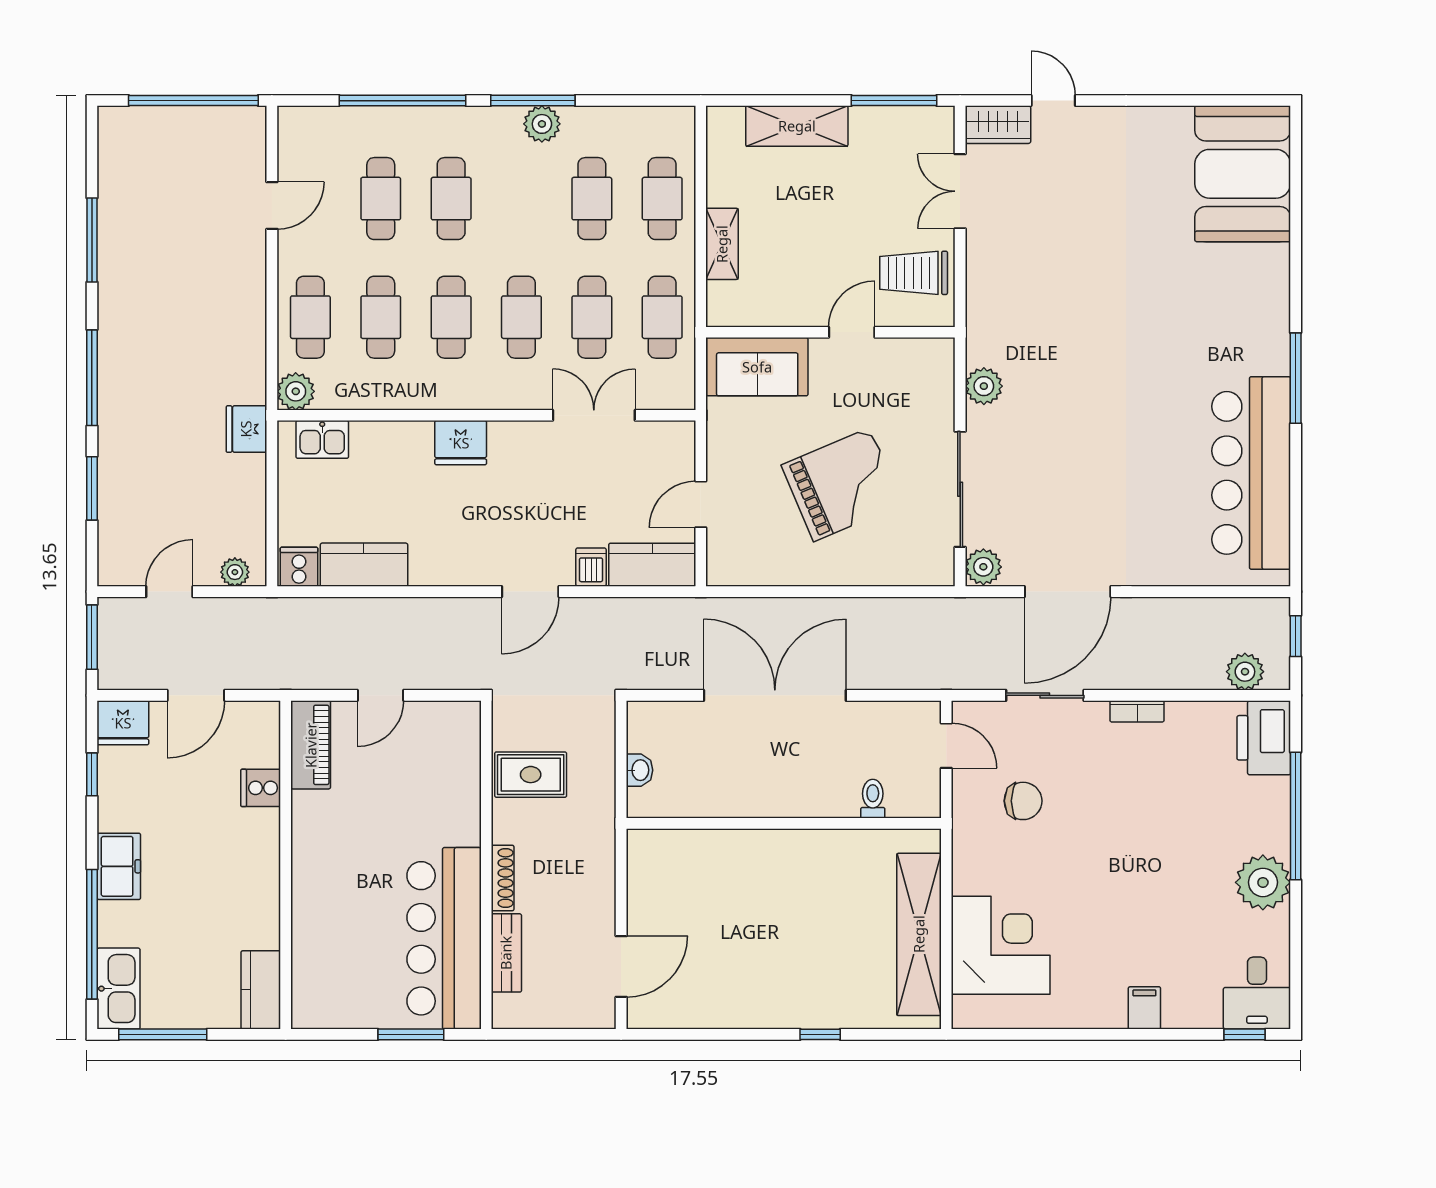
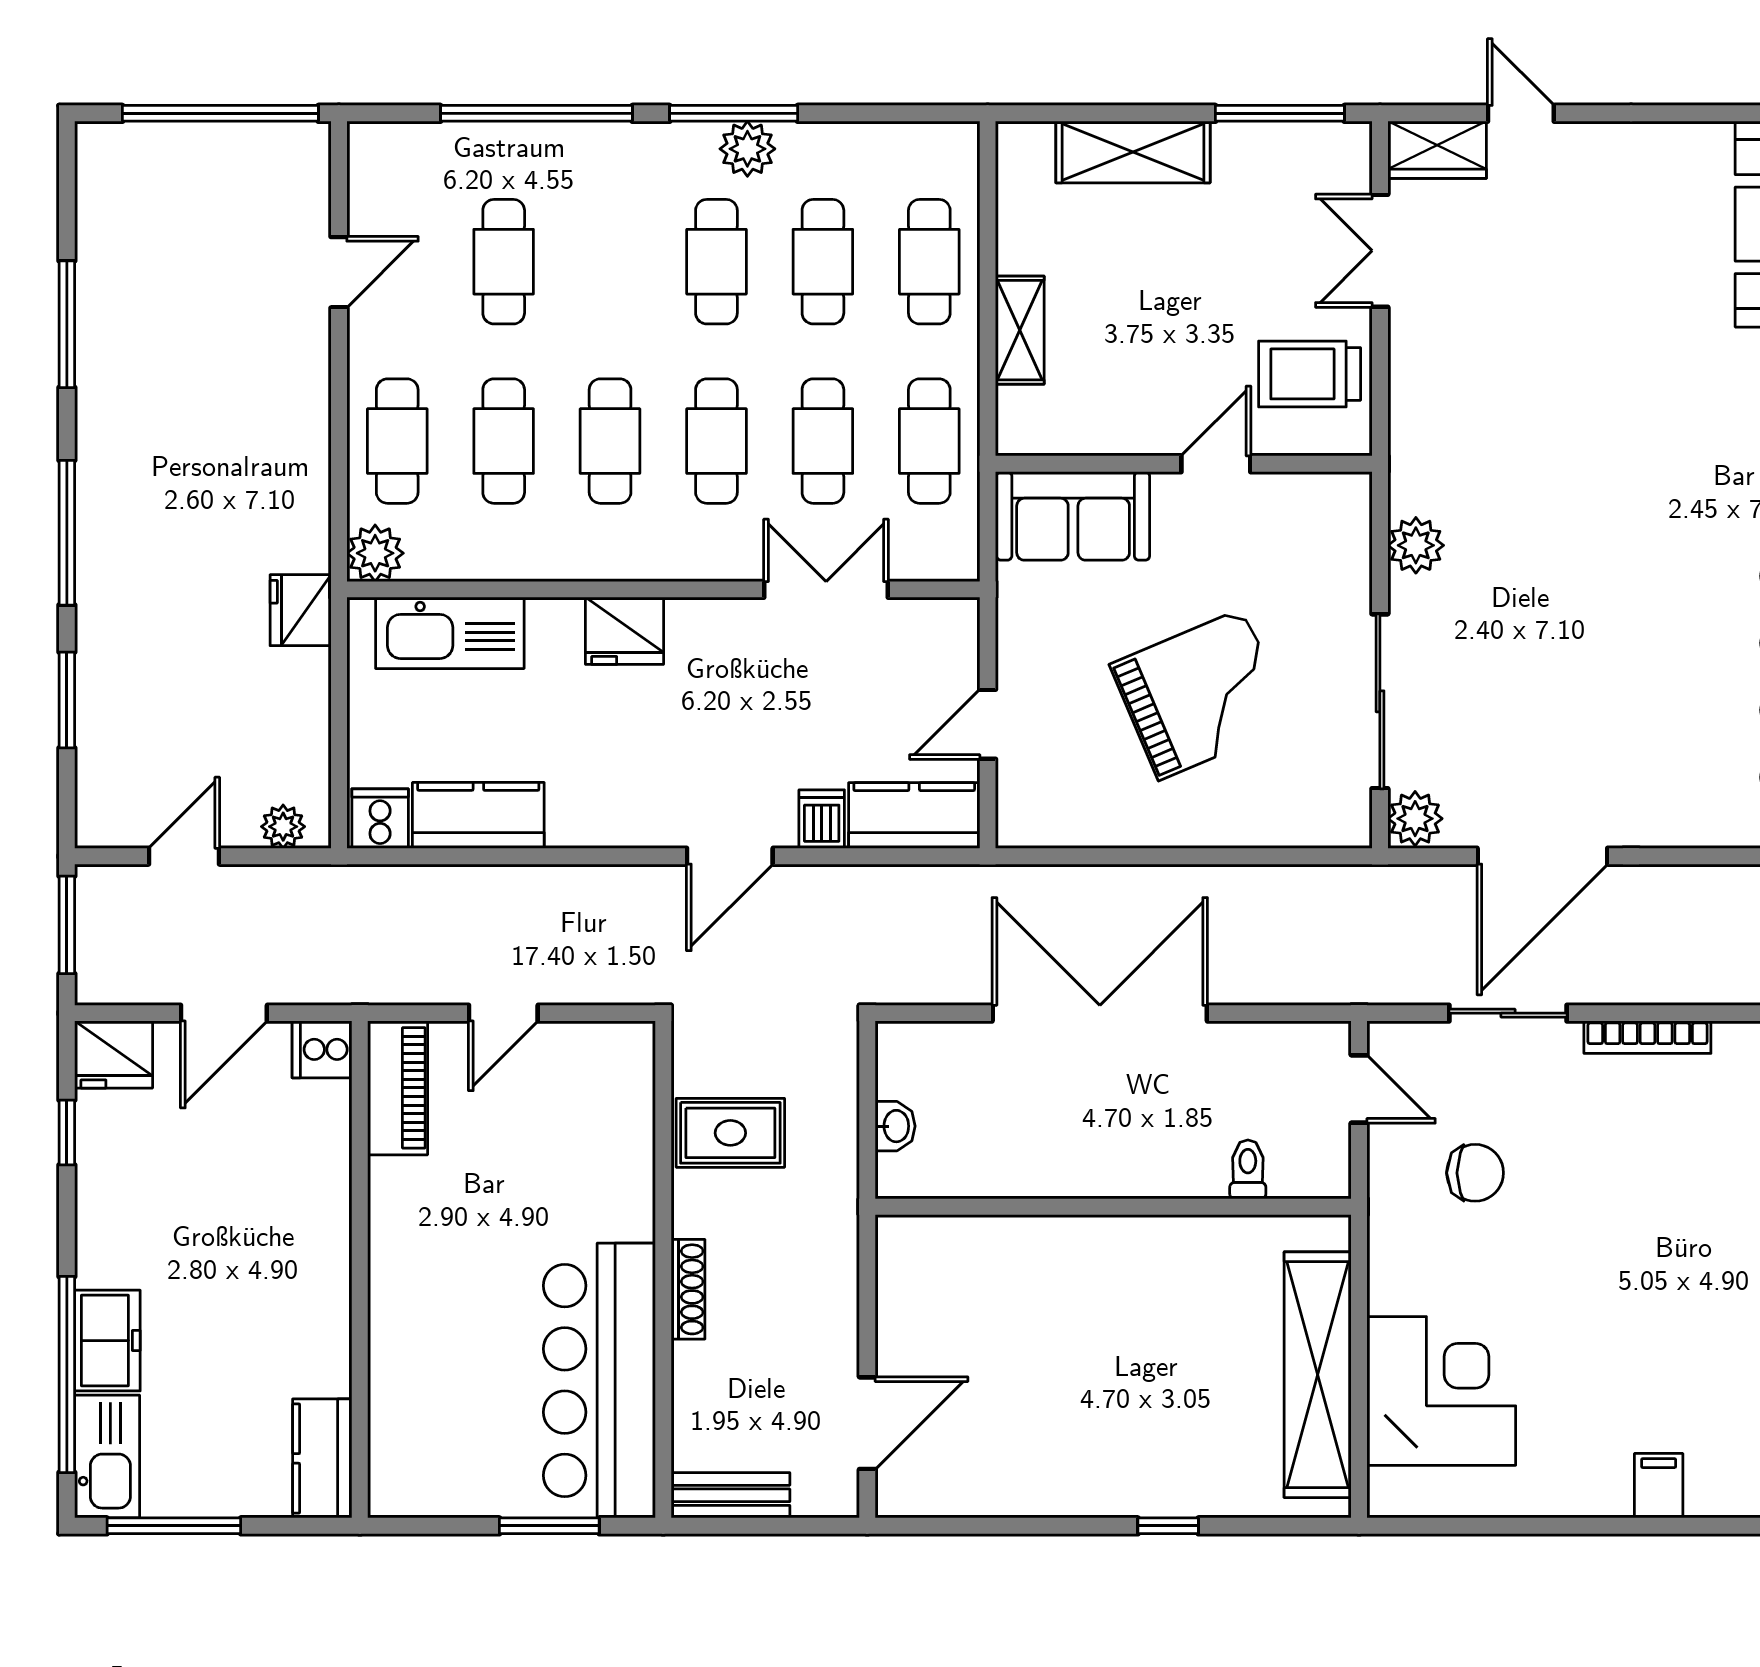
cafe table: (451, 199) -> (716, 262), moved
kitchen sink: (322, 439) -> (450, 633), width x1.88, depth x1.24
bookcase: (1137, 711) -> (1647, 1037), width x1.56
cooker: (261, 788) -> (322, 1049), moved
freezer: (119, 866) -> (107, 1341), moved
bench: (506, 953) -> (730, 1495), moved, turned 90

